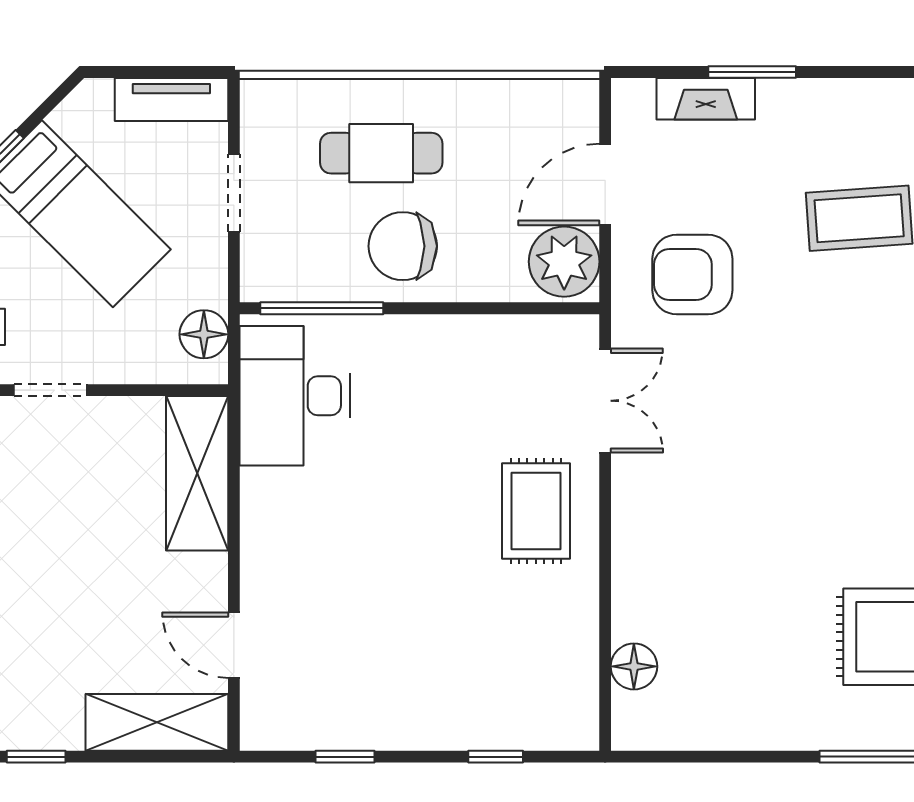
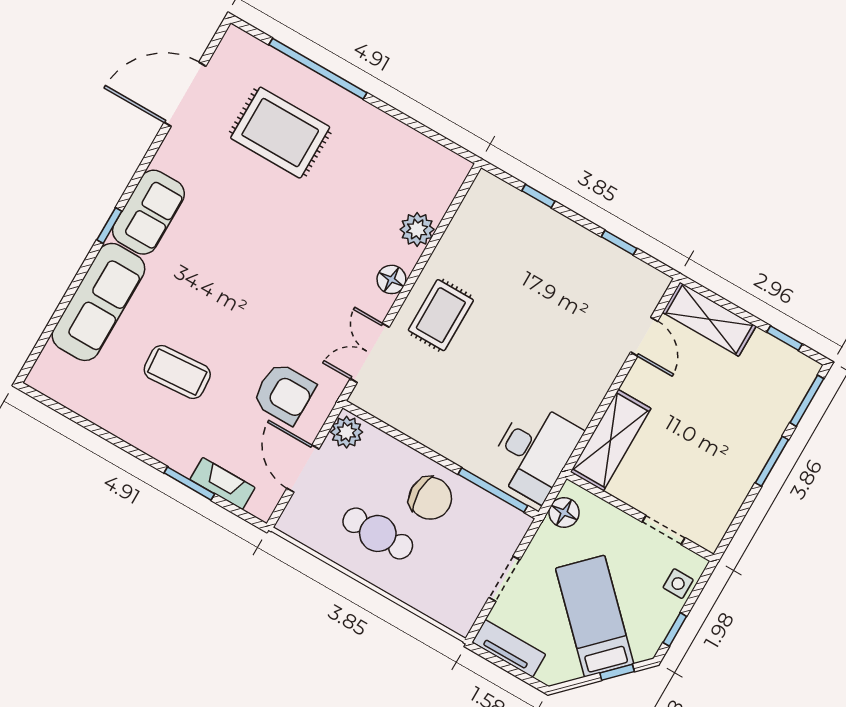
cafe table: (381, 153) -> (378, 533), moved
door: (605, 184) -> (303, 469), swing flipped
plant: (564, 262) -> (347, 432), width x0.73, depth x0.73
plant: (638, 612) -> (417, 229), added
floor lamp: (634, 666) -> (391, 279), moved

